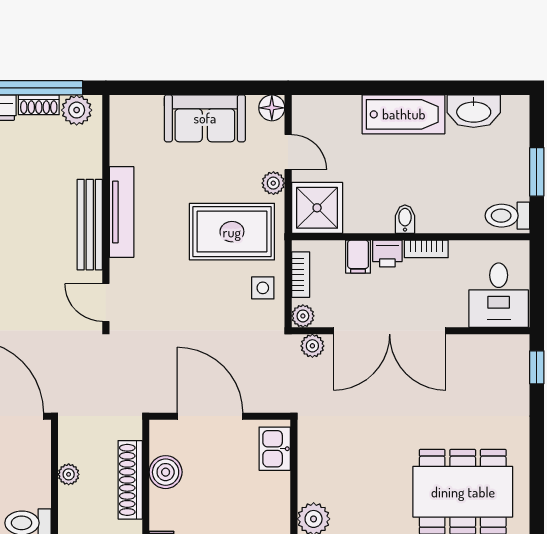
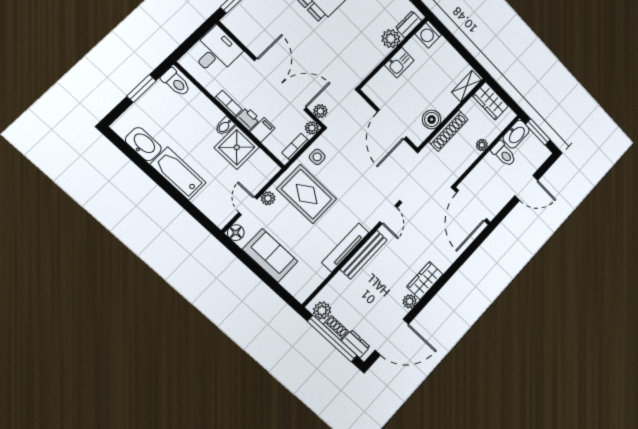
shower: (317, 208) -> (237, 147), moved
kitchen sink: (275, 449) -> (399, 63), moved
plant: (69, 474) -> (482, 145), moved

